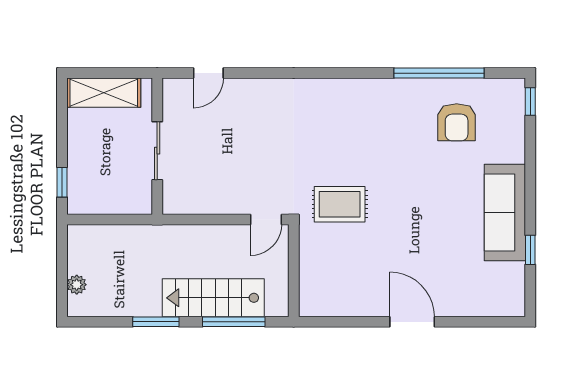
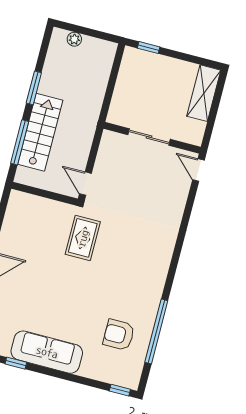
wall: (157, 146) -> (152, 138), moved
sliding door: (157, 151) -> (149, 137), moved

